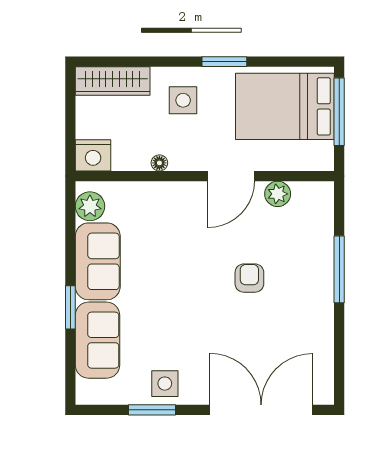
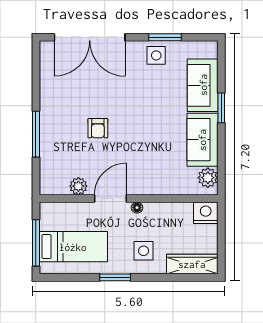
bed: (285, 106) -> (73, 247), width x0.67
floor lamp: (159, 163) -> (137, 208), moved

